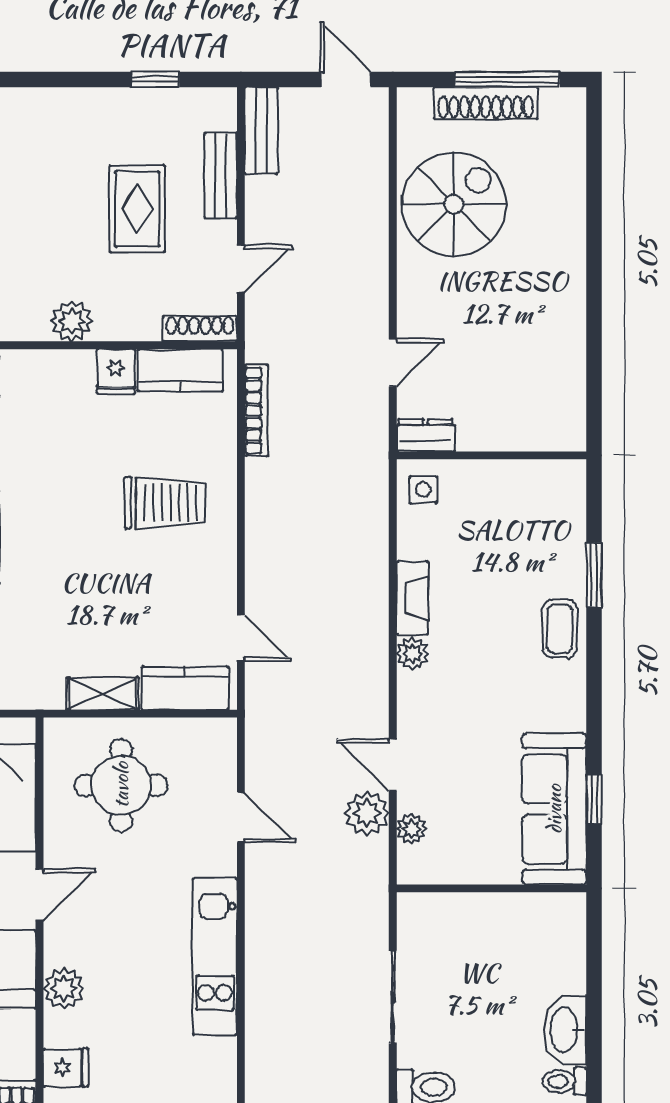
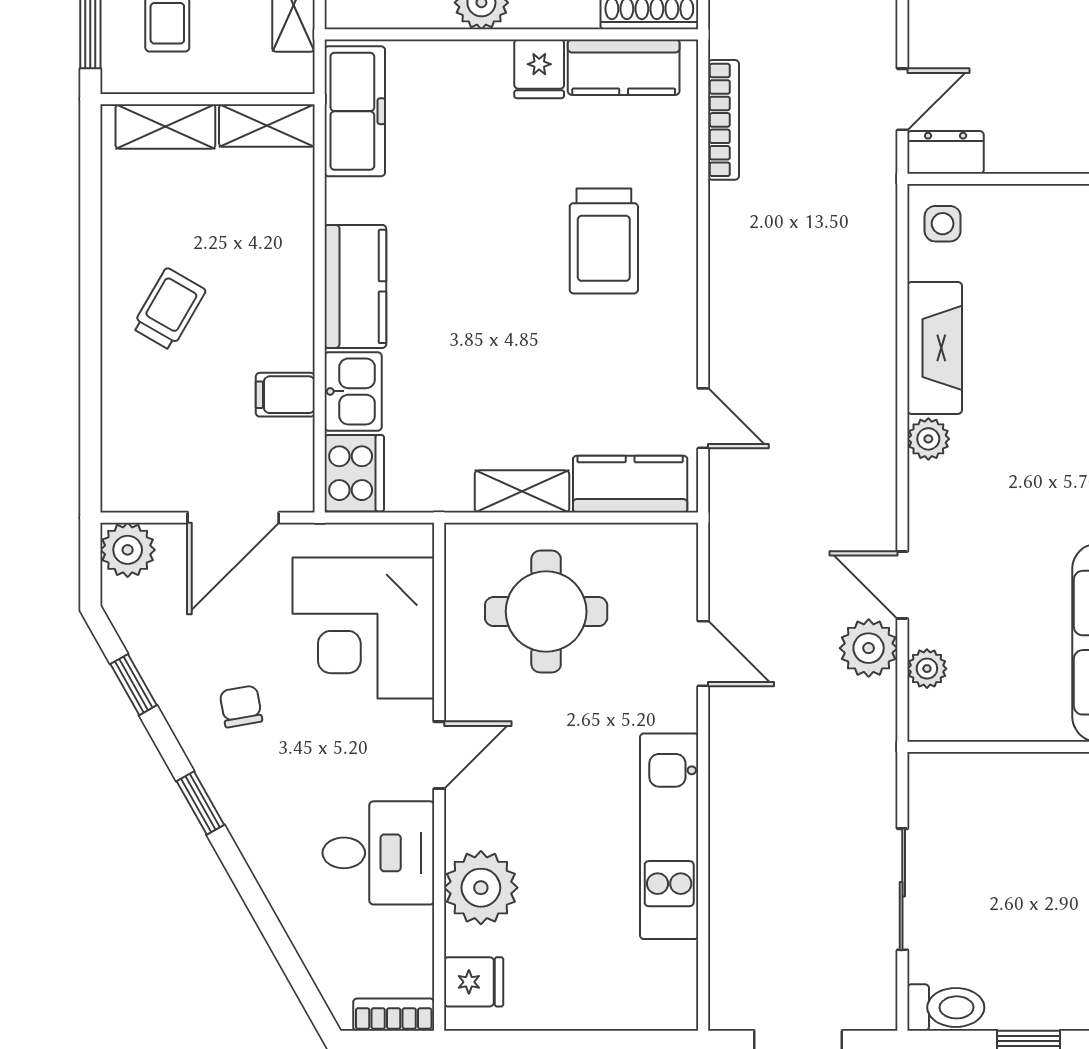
door: (393, 363) -> (902, 99), moved
trolley: (165, 503) -> (604, 241), turned 90
fireplace: (412, 598) -> (935, 348), width x1.37, depth x1.32
plant: (64, 988) -> (481, 888), width x1.36, depth x1.36

